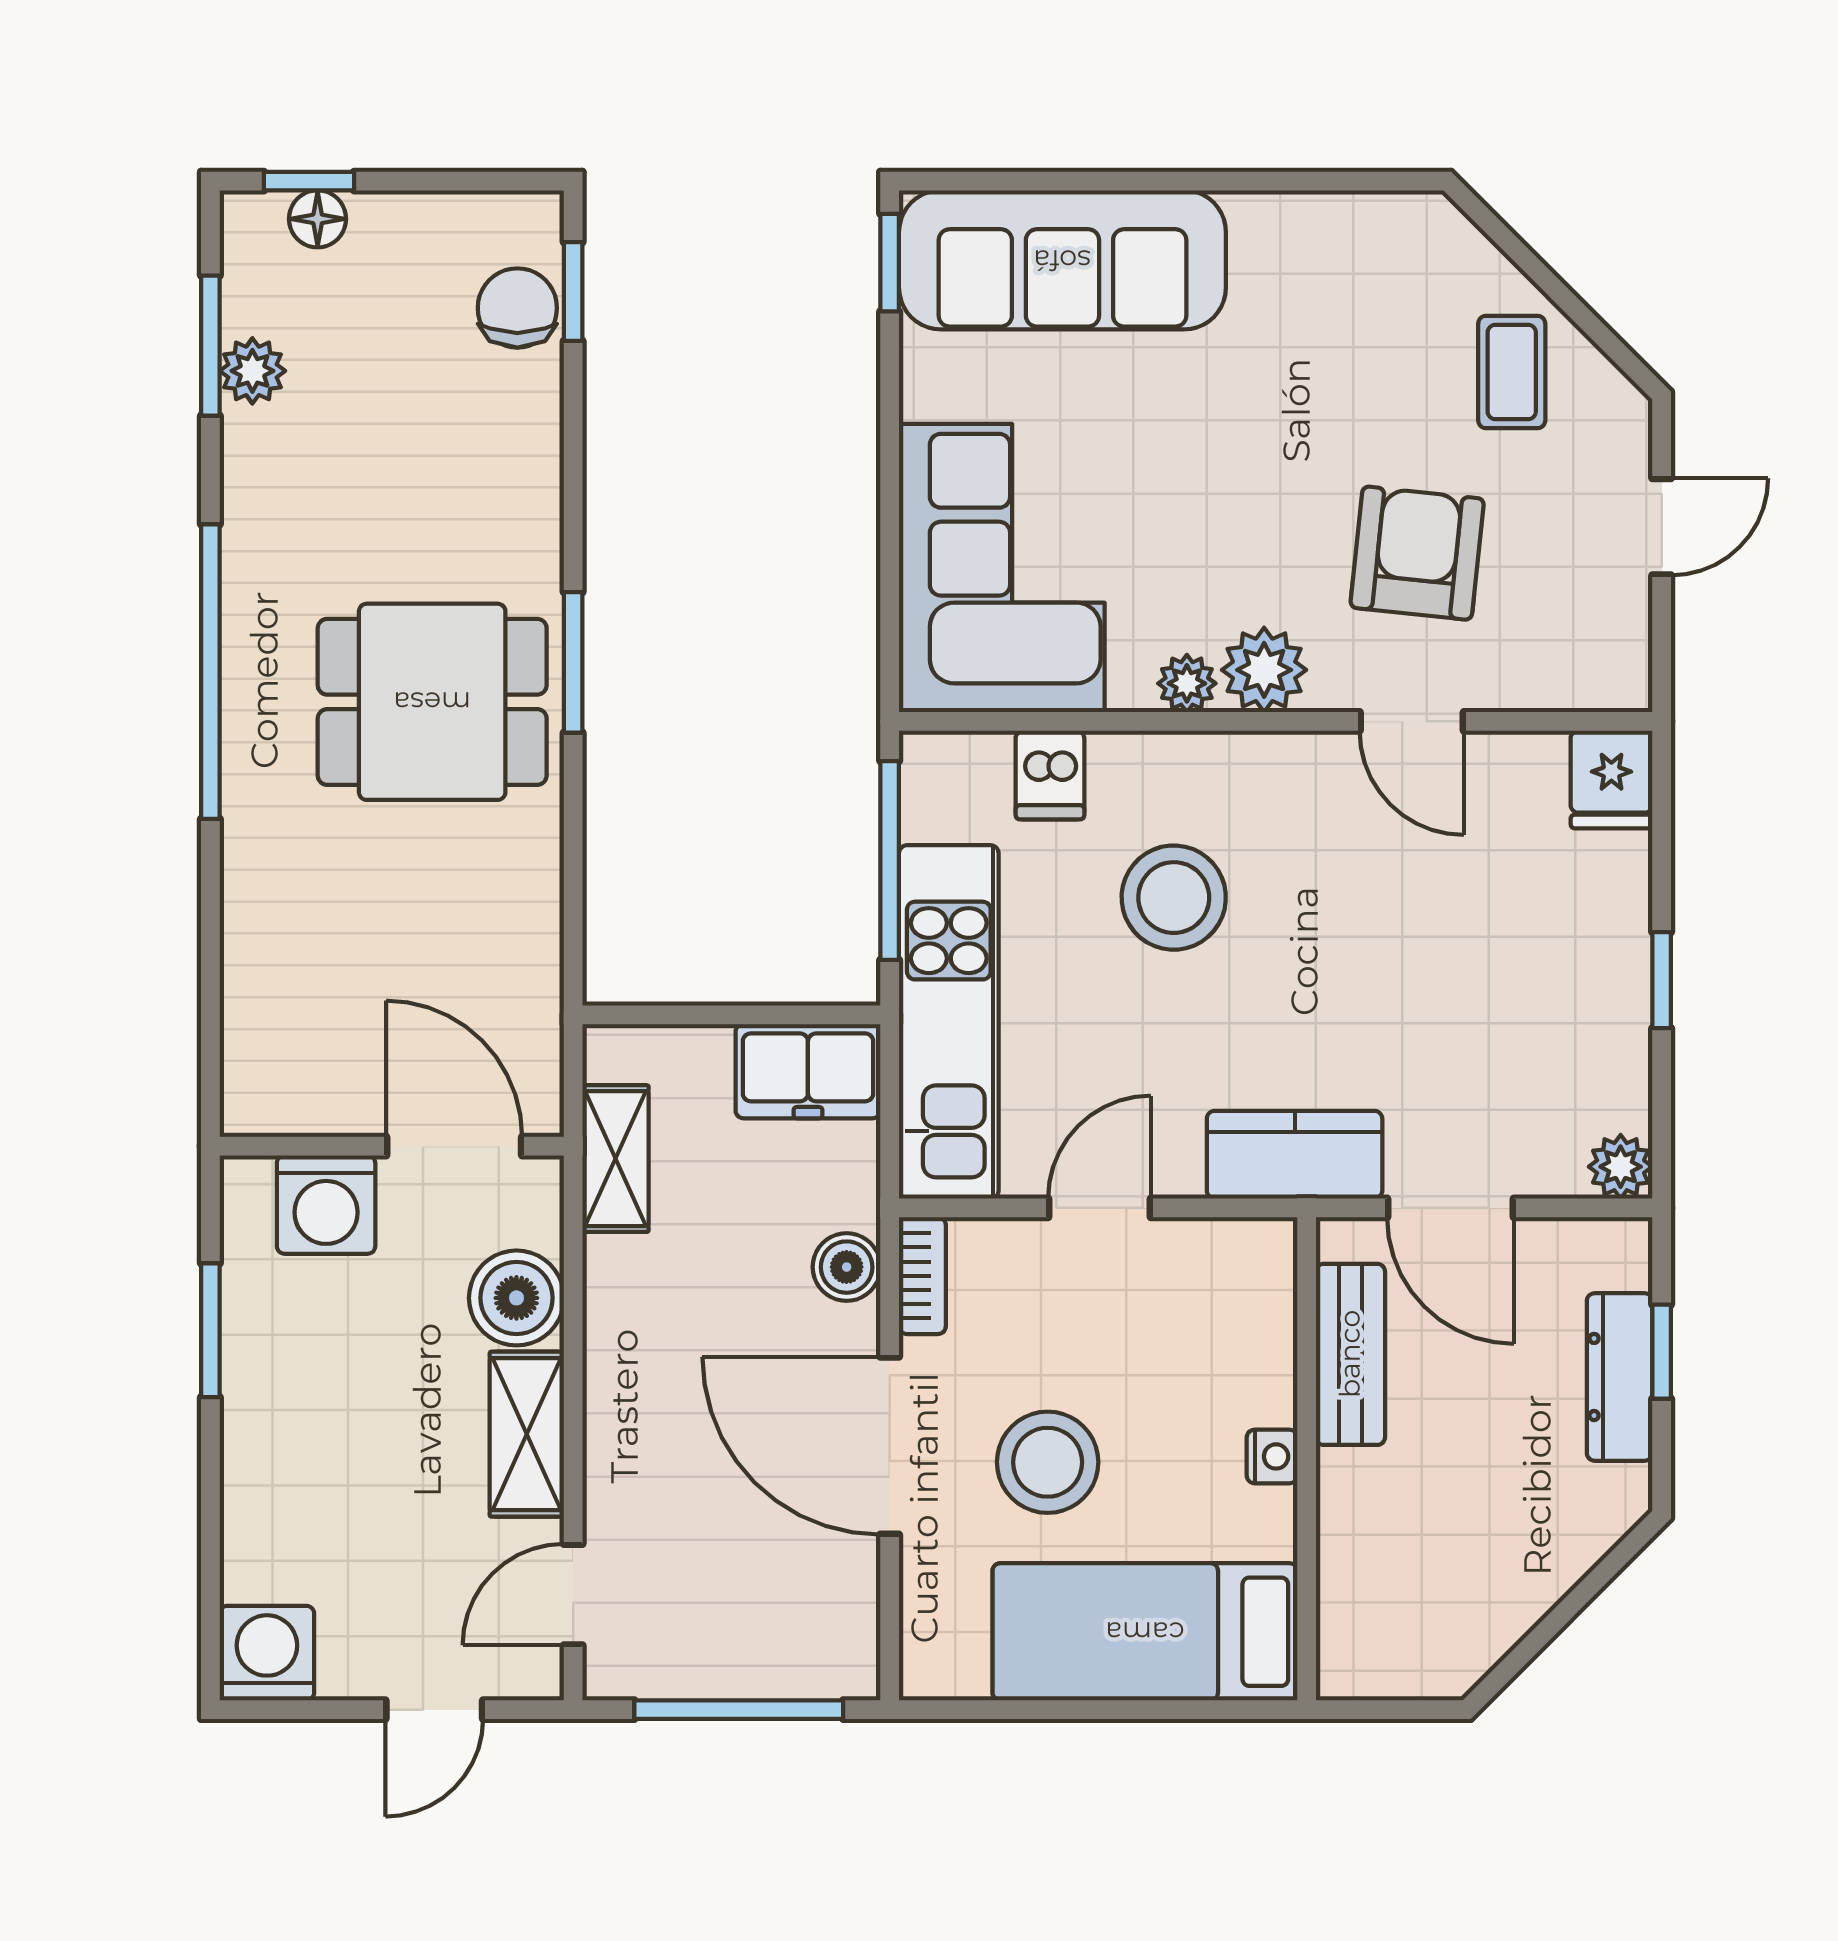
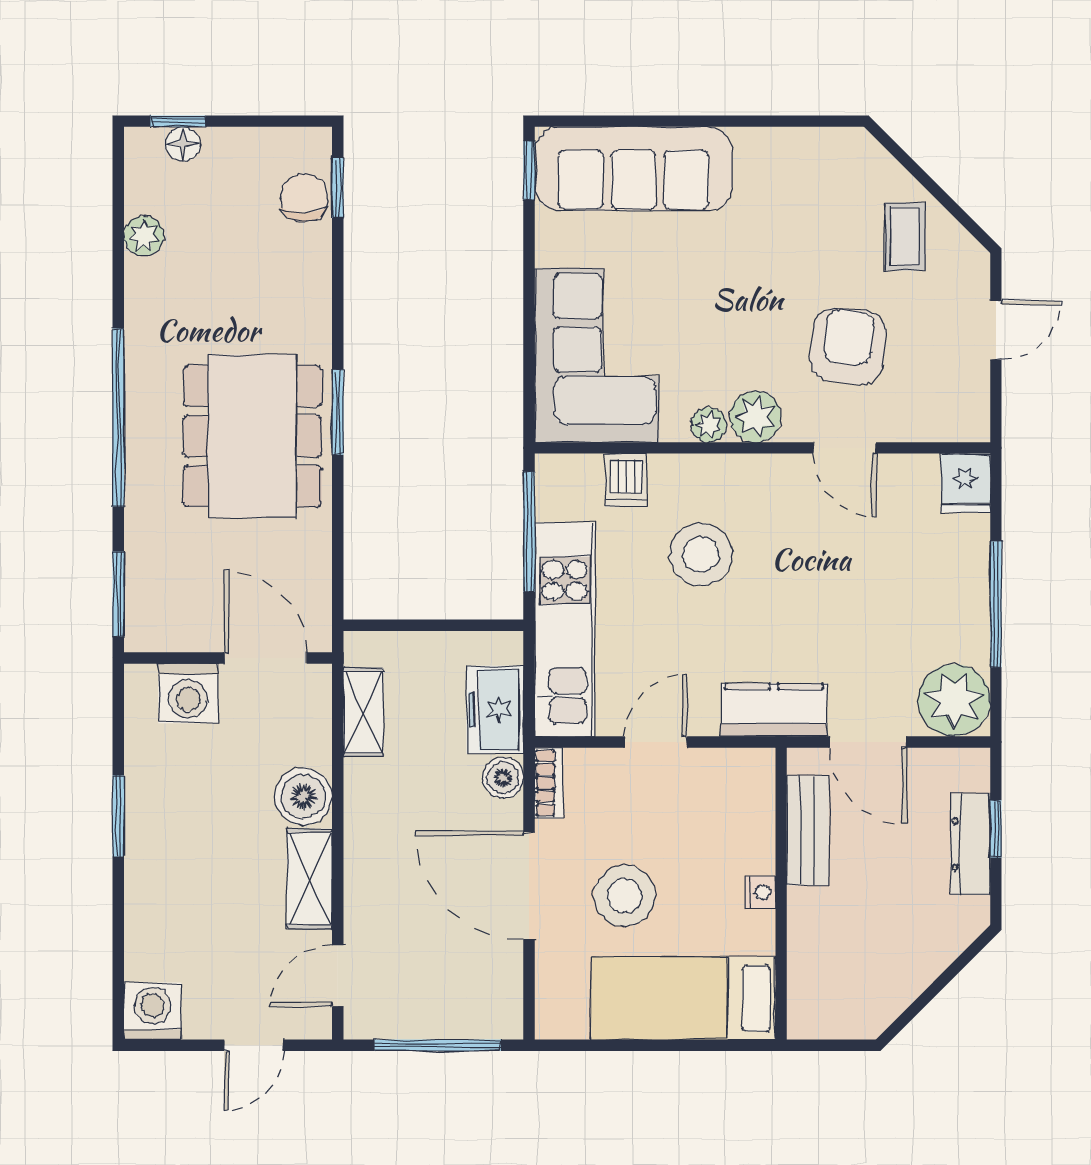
window: (210, 346) -> (118, 594), moved
dining table: (432, 702) -> (252, 436), width x1.38
window: (1662, 980) -> (996, 604), width x2.17
freezer: (808, 1071) -> (495, 710), moved, turned 90
wall: (392, 1146) -> (228, 658), moved
door: (454, 1146) -> (266, 658), moved
plant: (1621, 1167) -> (954, 700), width x1.88, depth x1.88
washing machine: (326, 1205) -> (188, 693), moved

